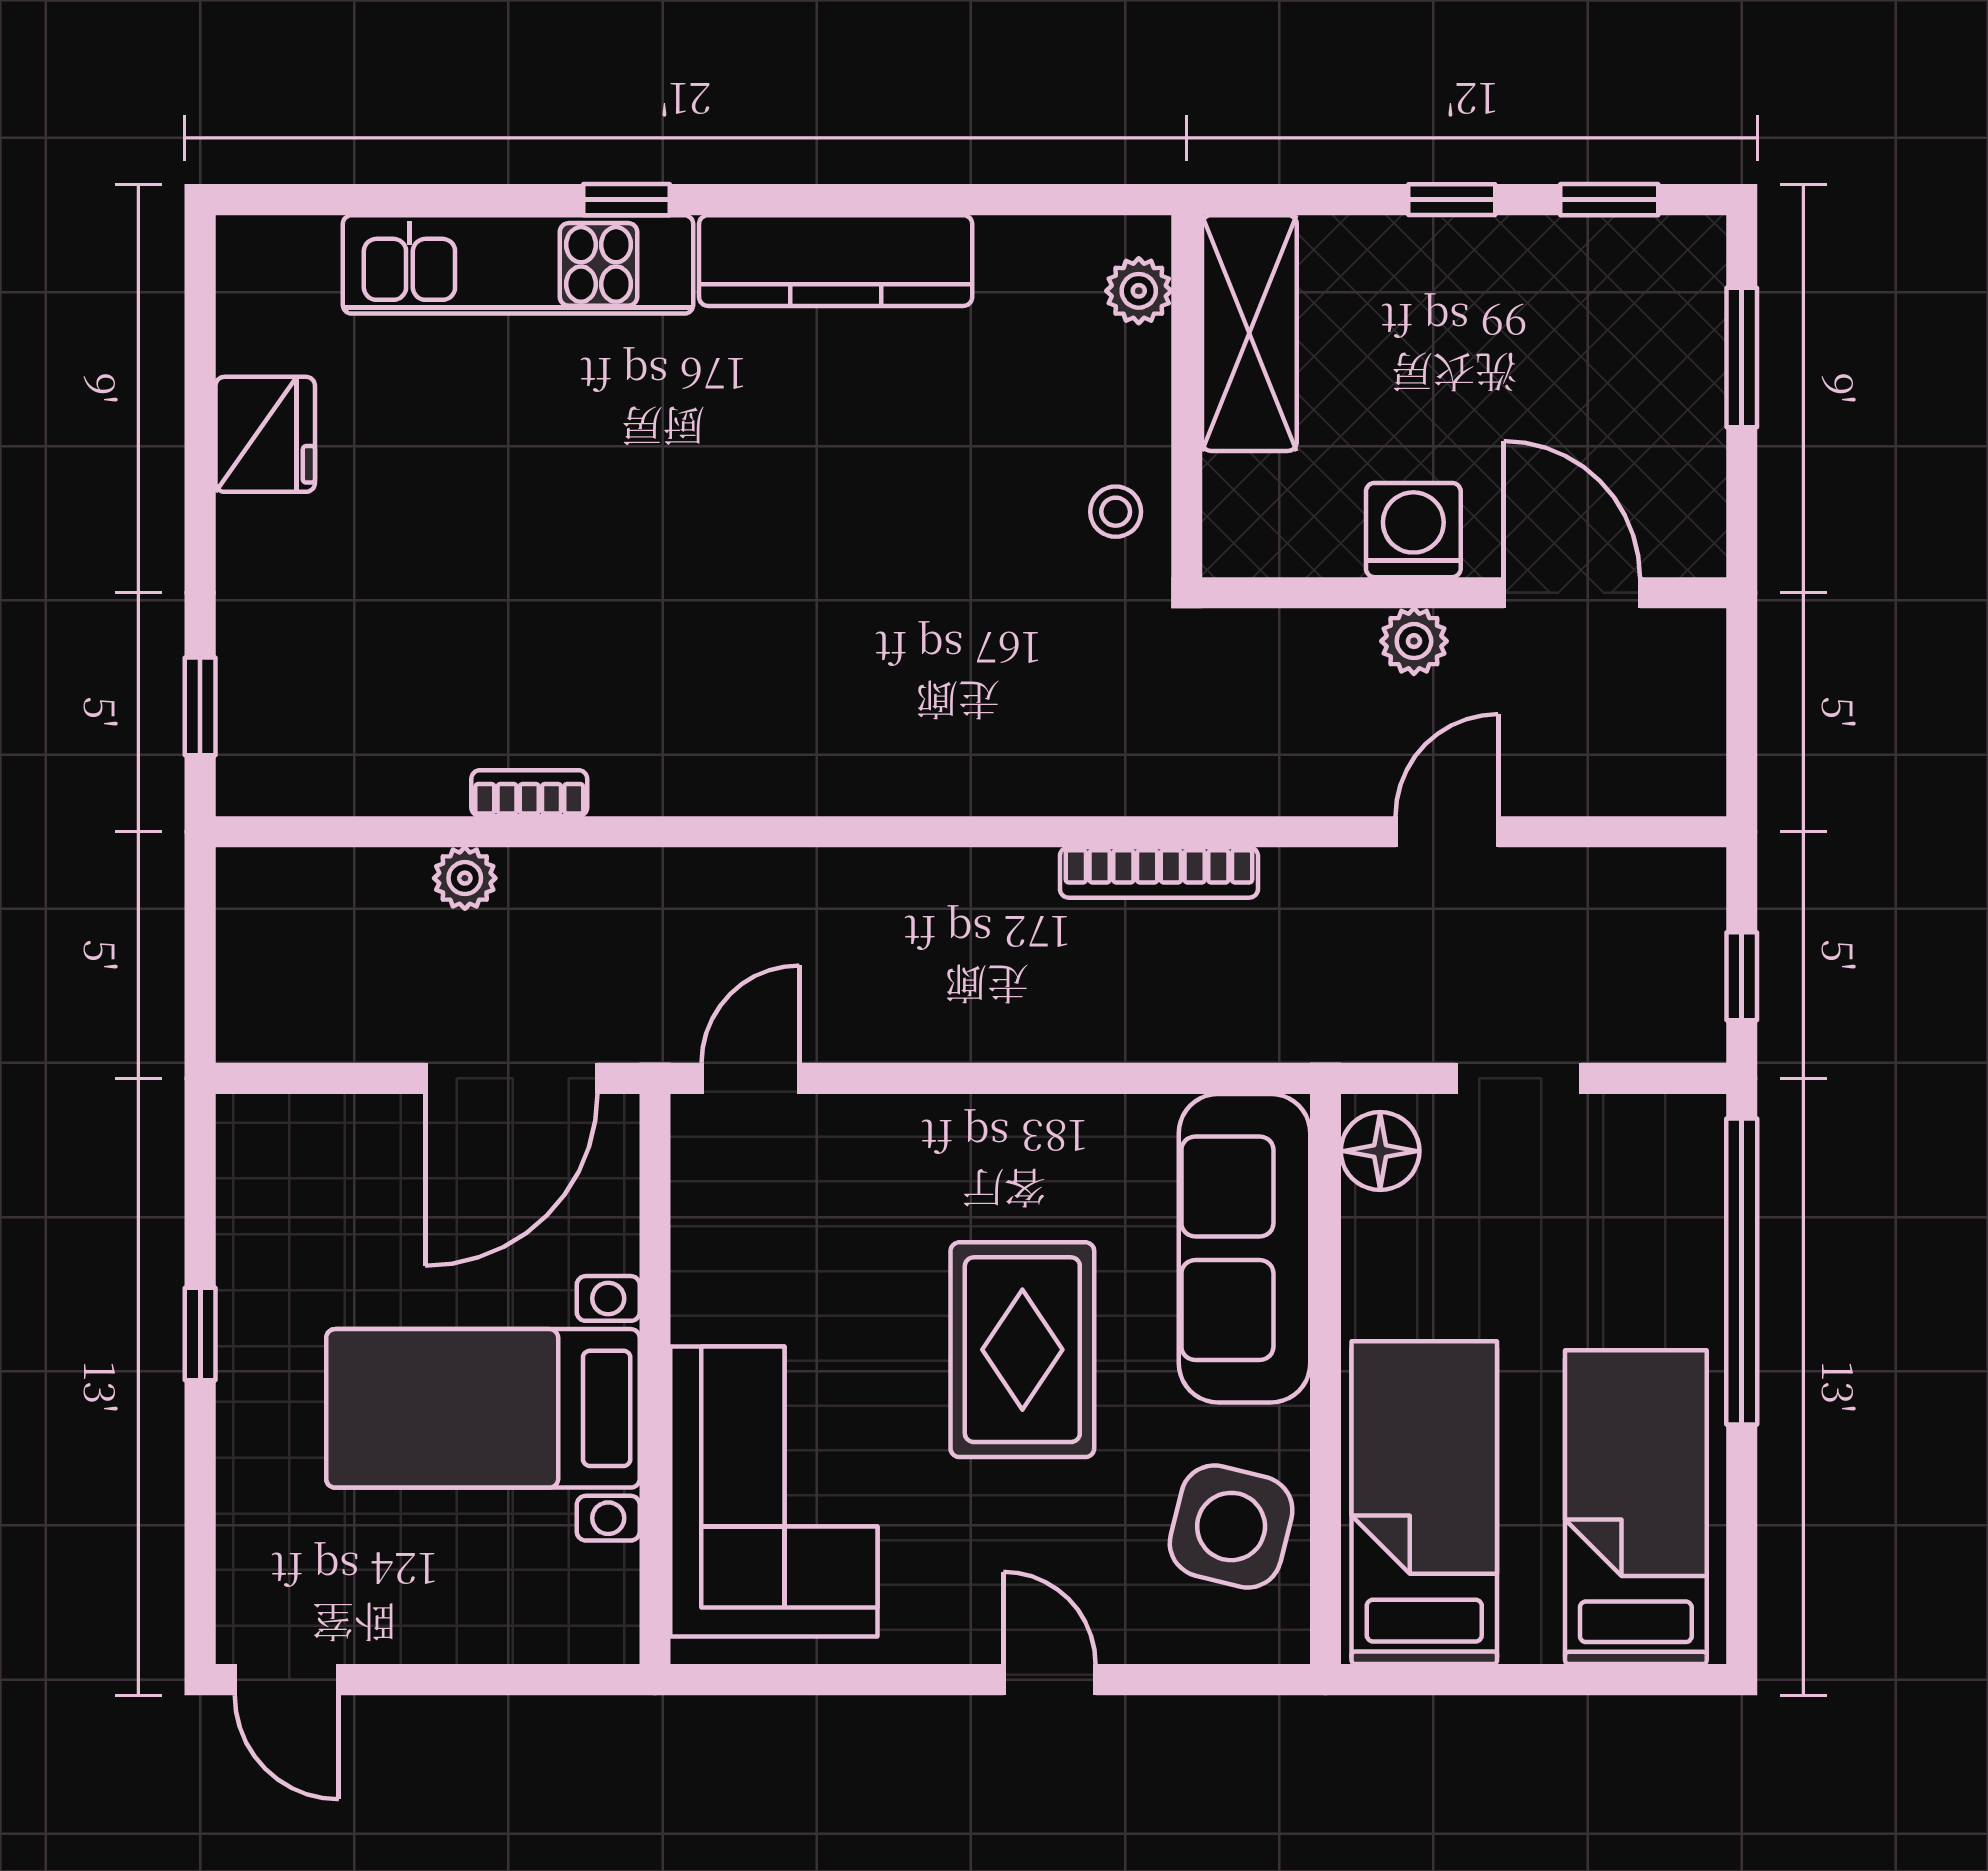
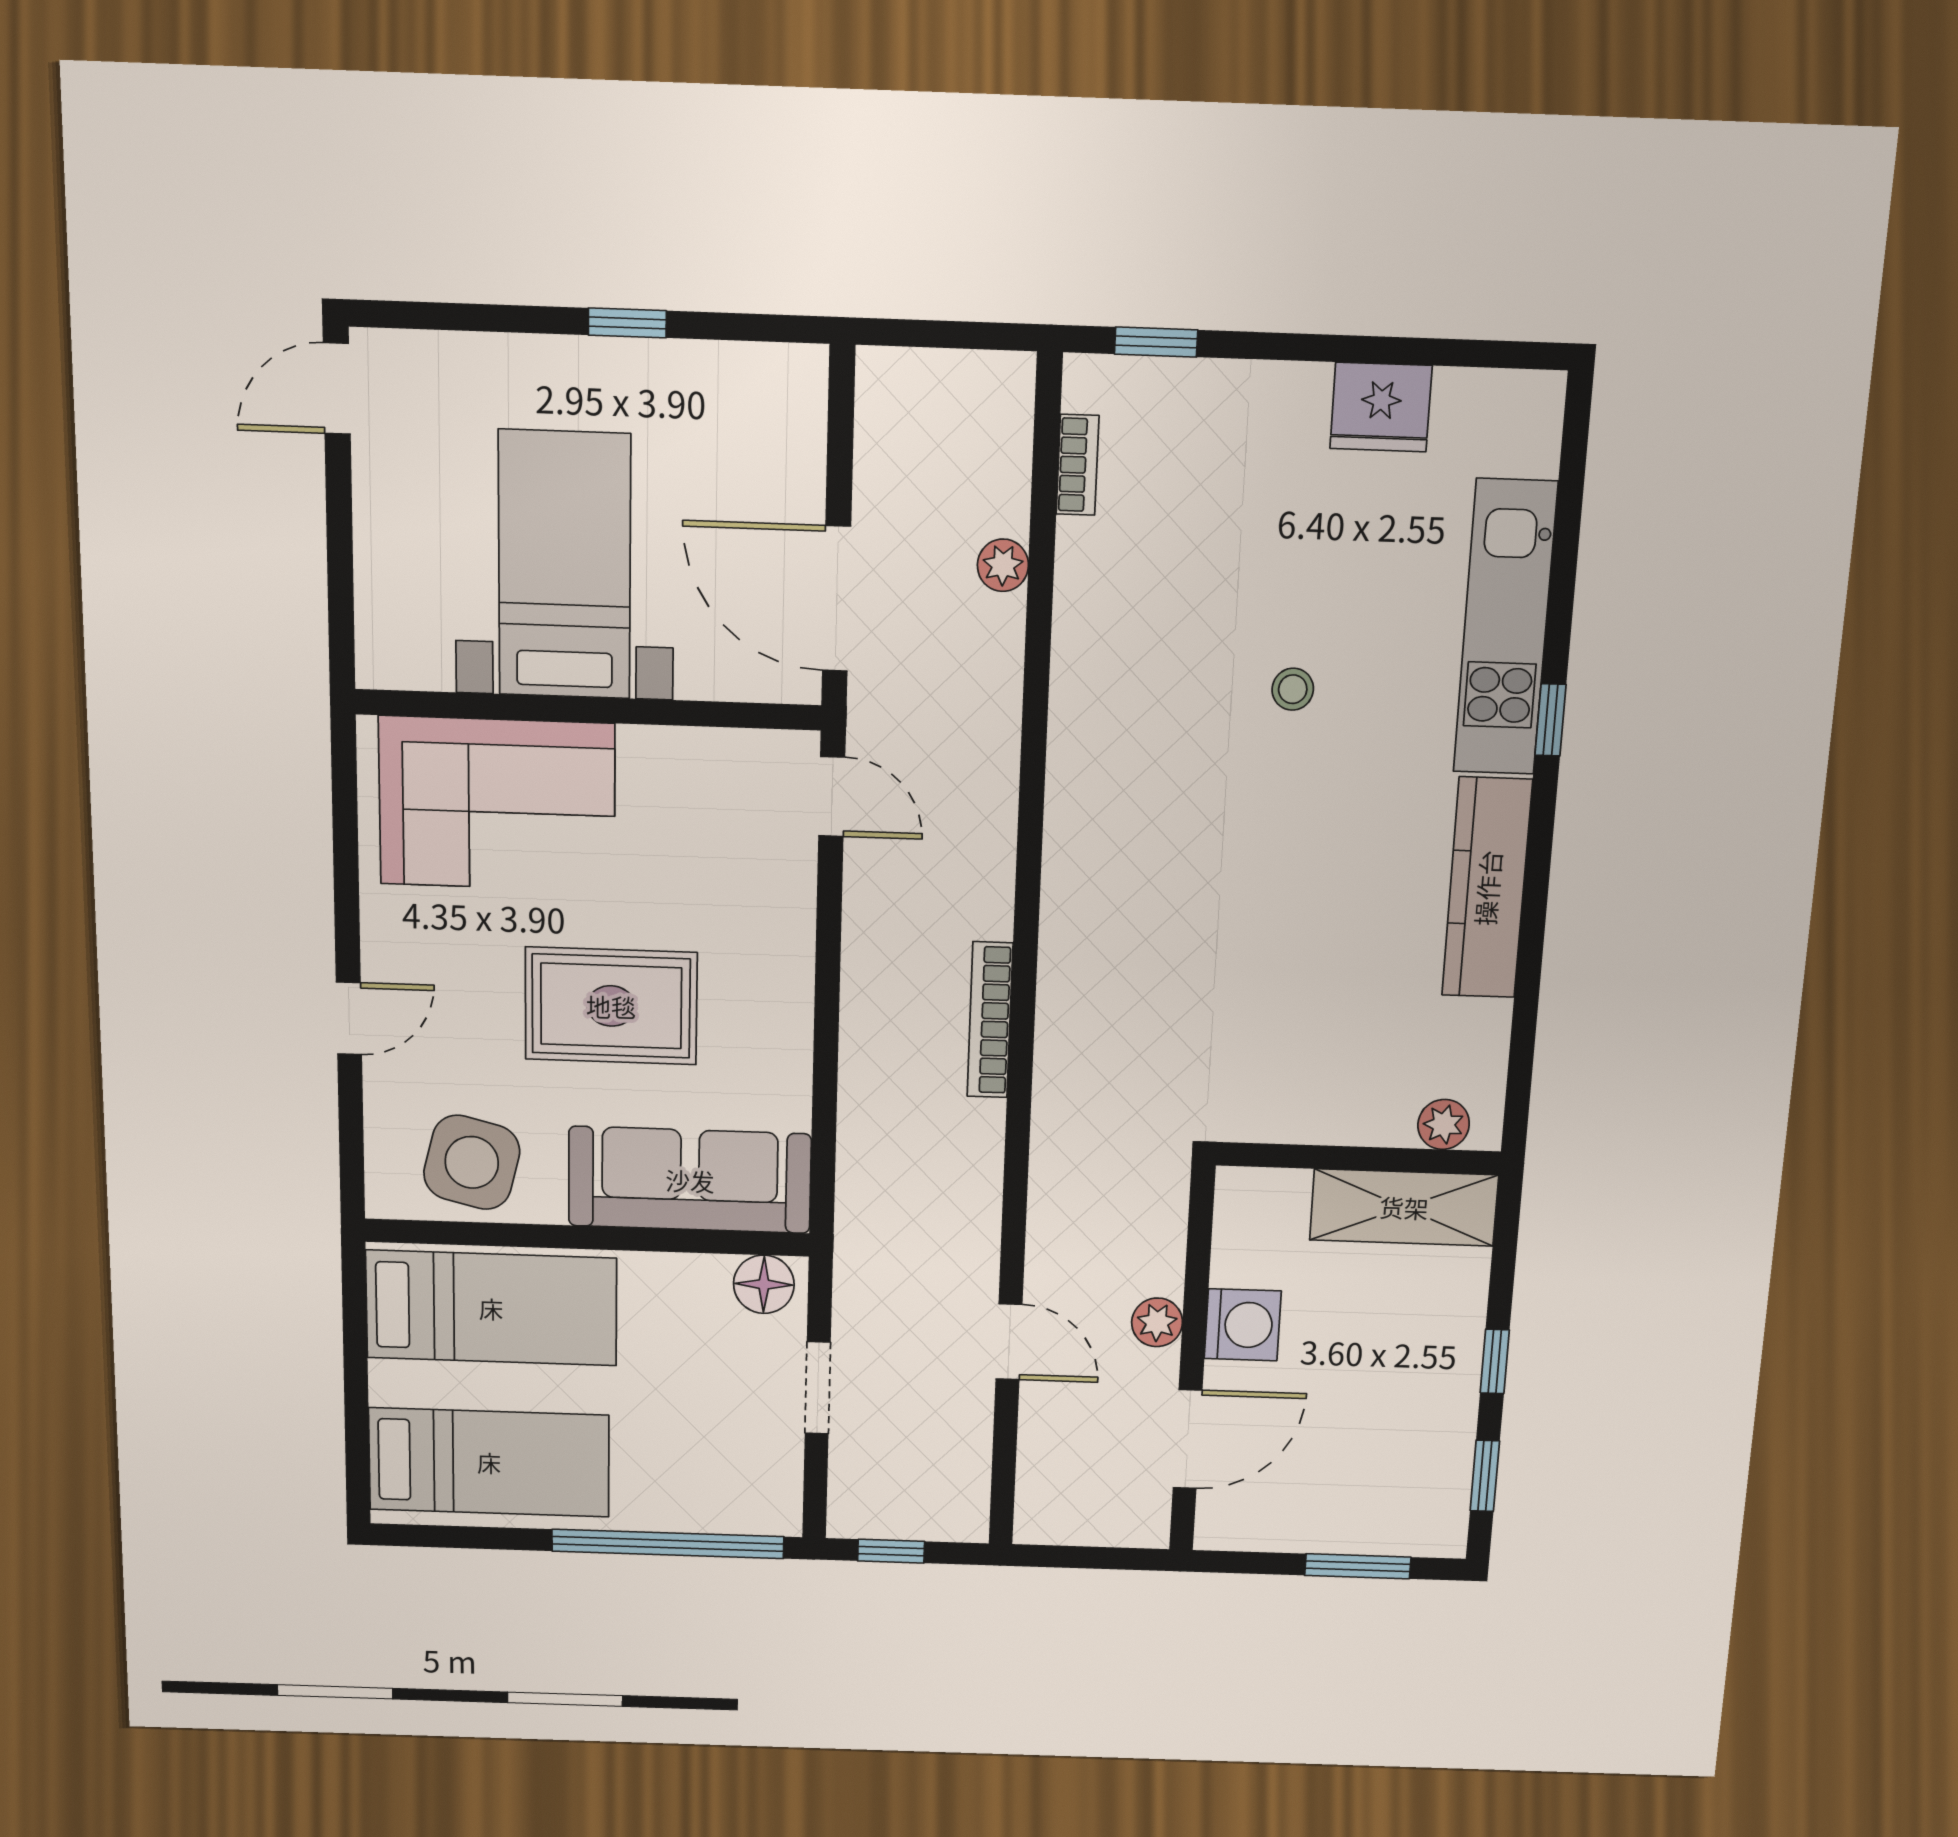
stool: (1116, 512) -> (1293, 689), moved
bookcase: (529, 793) -> (1078, 465), moved
bookcase: (1159, 872) -> (990, 1020), moved

